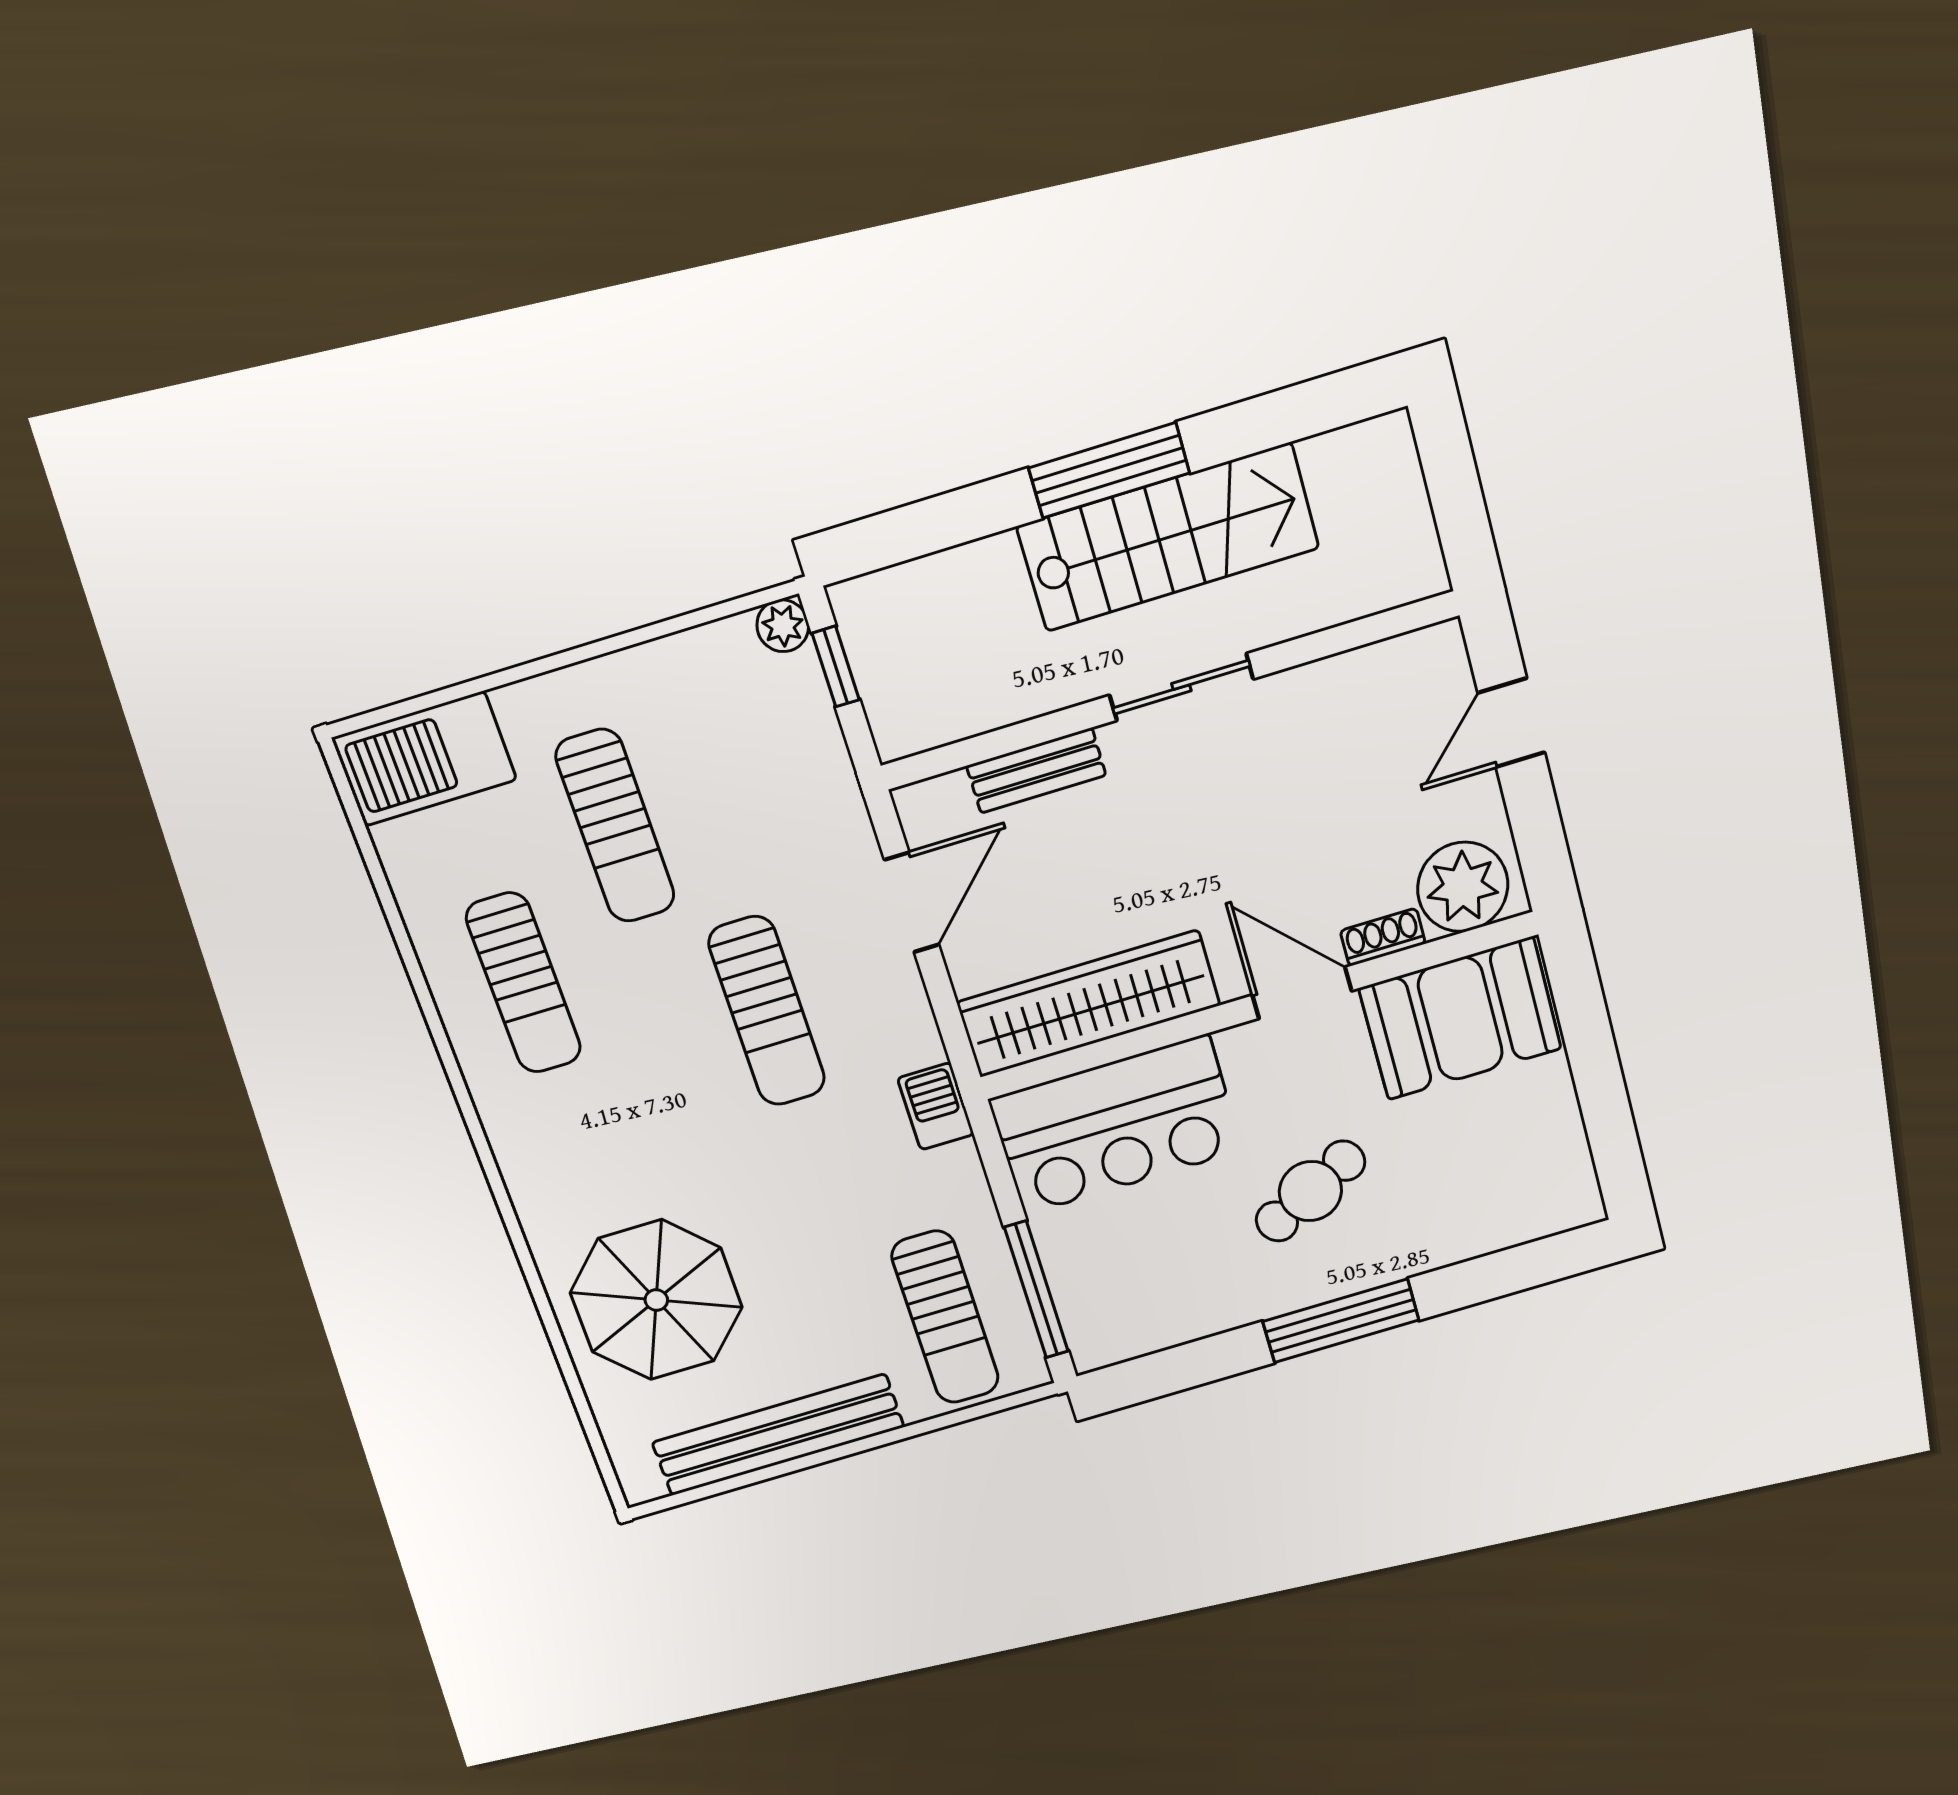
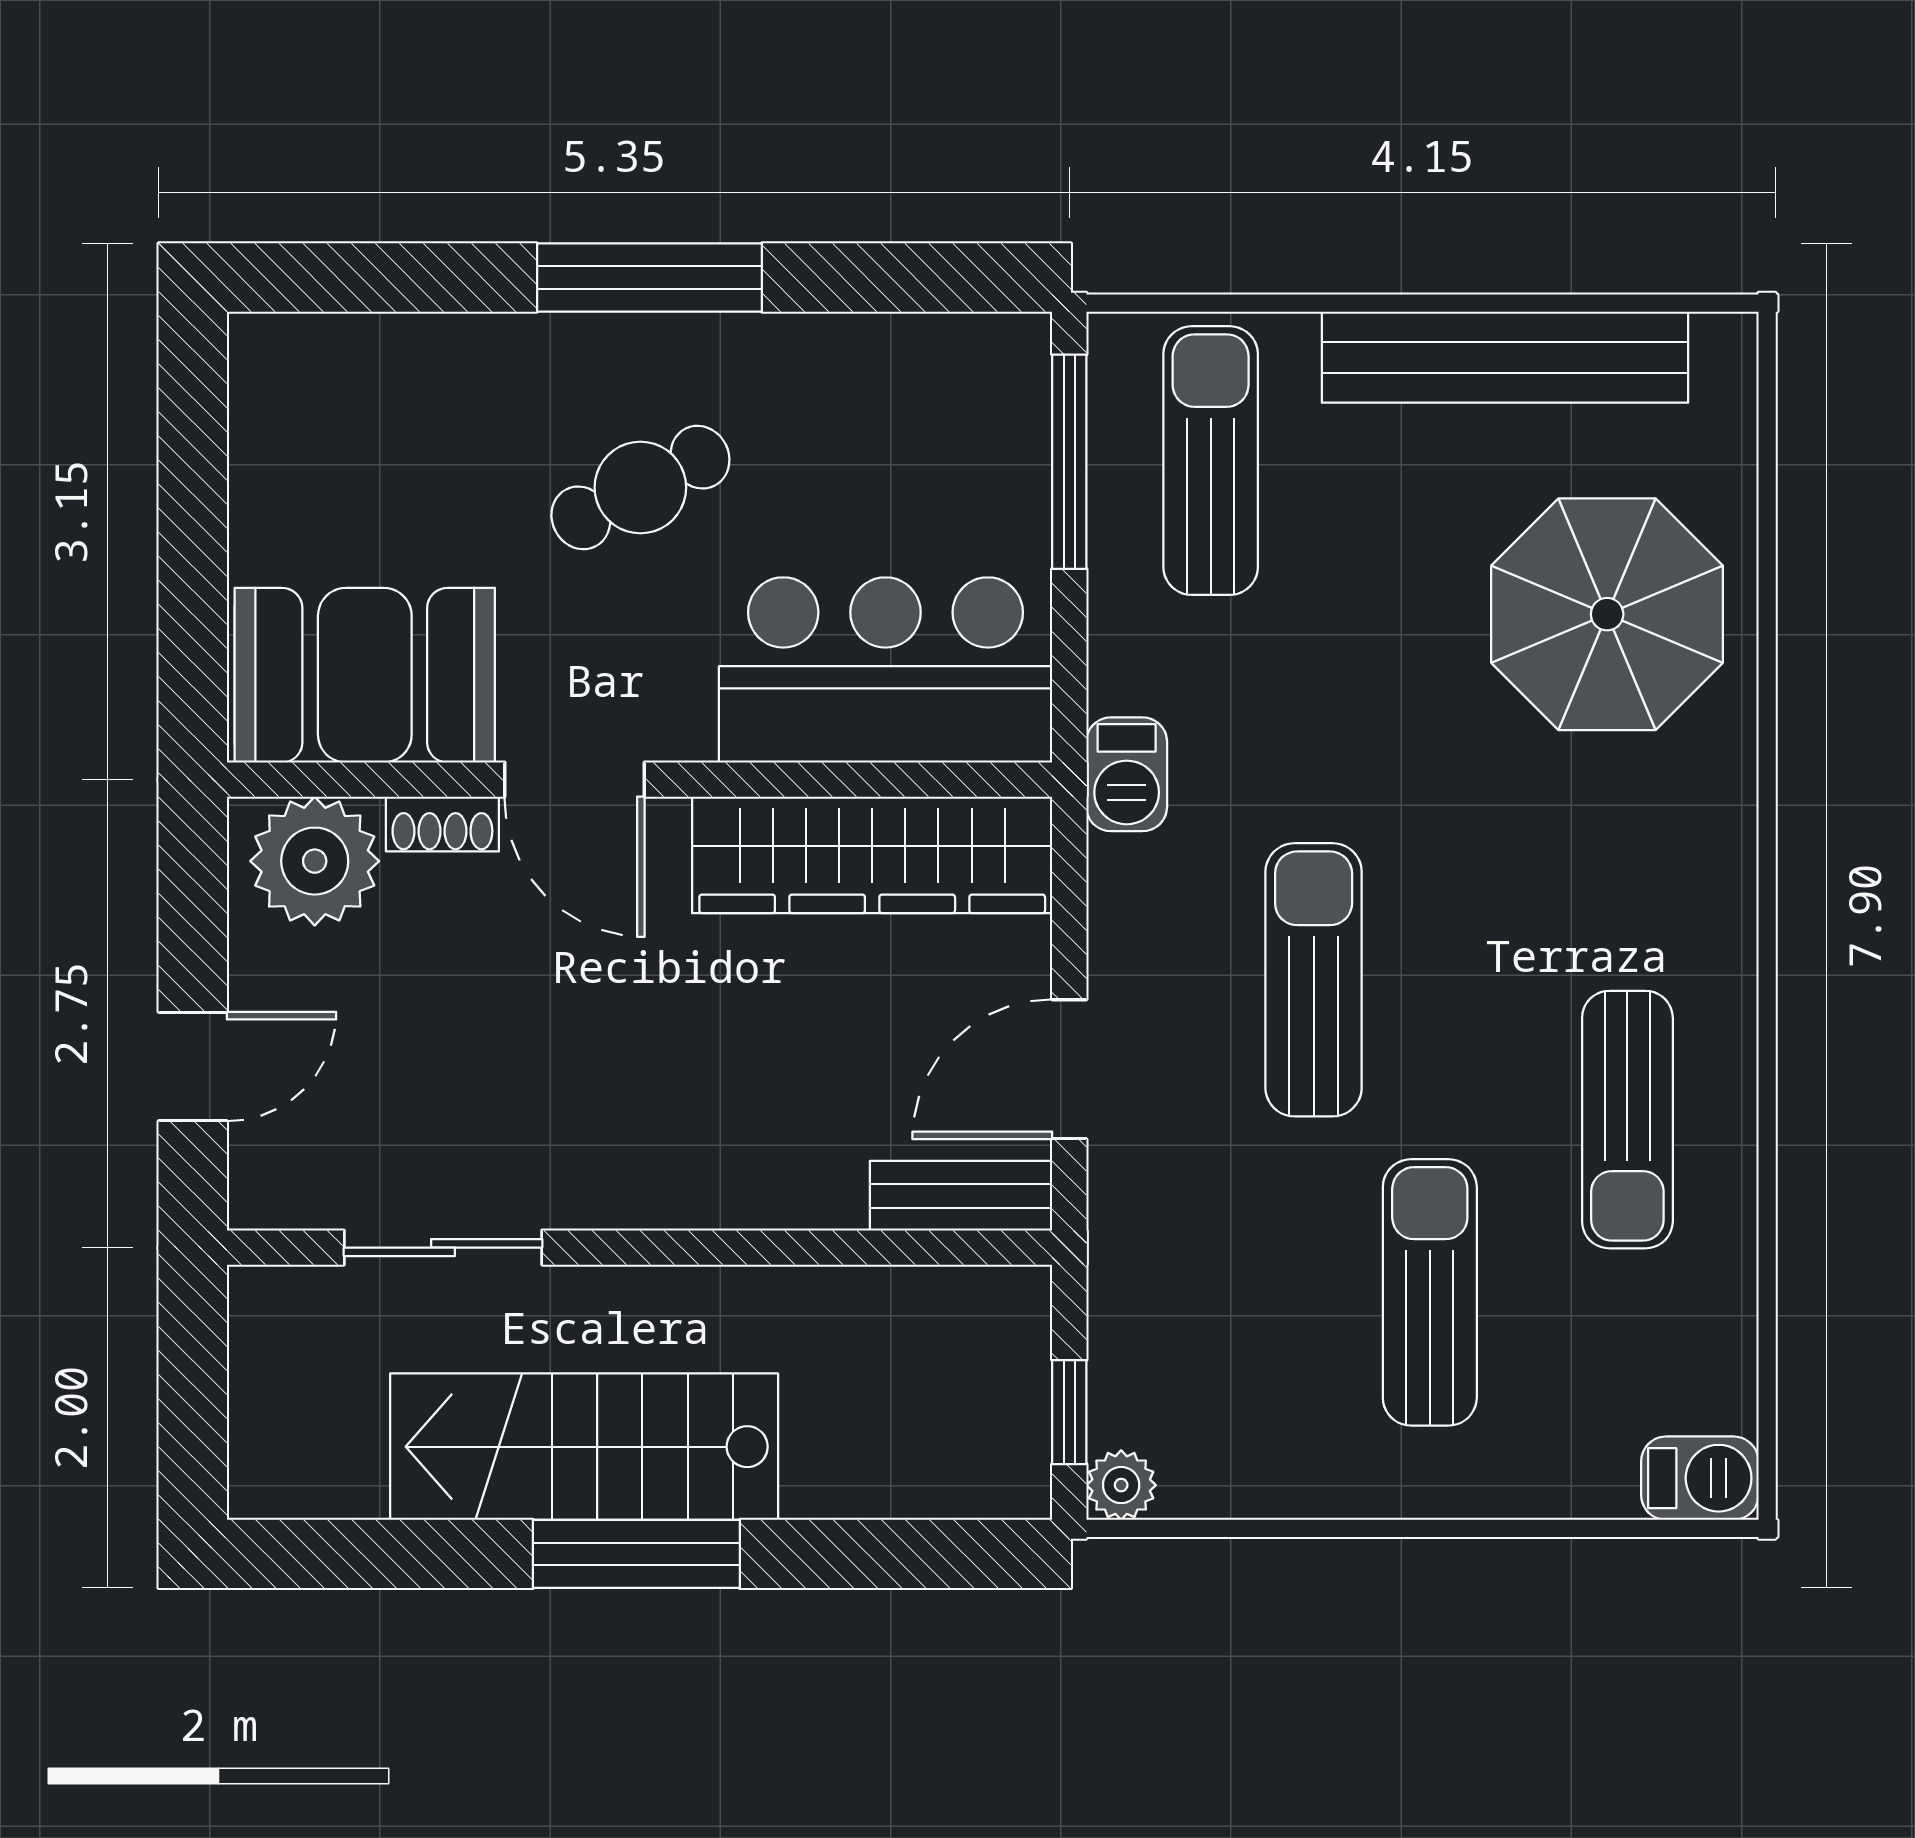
sliding door: (1181, 687) -> (443, 1248), moved
barbecue: (424, 759) -> (1700, 1478), width x0.53, depth x0.65
bench: (1036, 771) -> (961, 1196), moved
sun lounger: (524, 983) -> (1627, 1120), turned 180

